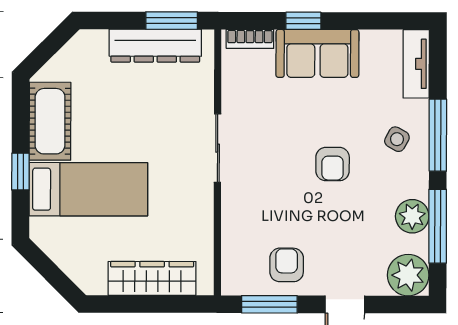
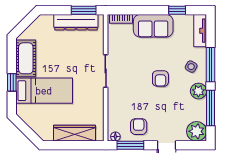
window: (303, 21) -> (177, 10), moved
plant: (412, 216) -> (198, 91), moved
floor lamp: (238, 286) -> (115, 137), added

